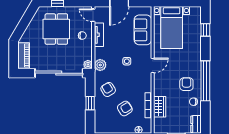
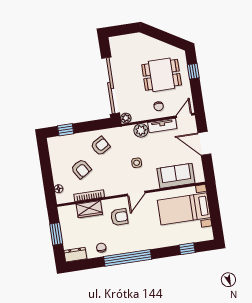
piano: (24, 56) -> (125, 41), removed
plant: (100, 65) -> (141, 130), moved
door: (153, 65) -> (136, 194), hinge flipped
armchair: (186, 84) -> (119, 217), moved
window: (90, 103) -> (66, 130), moved

